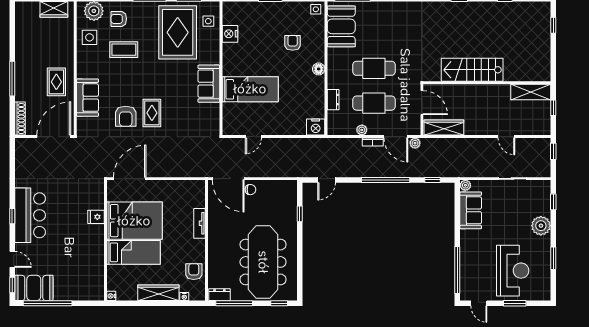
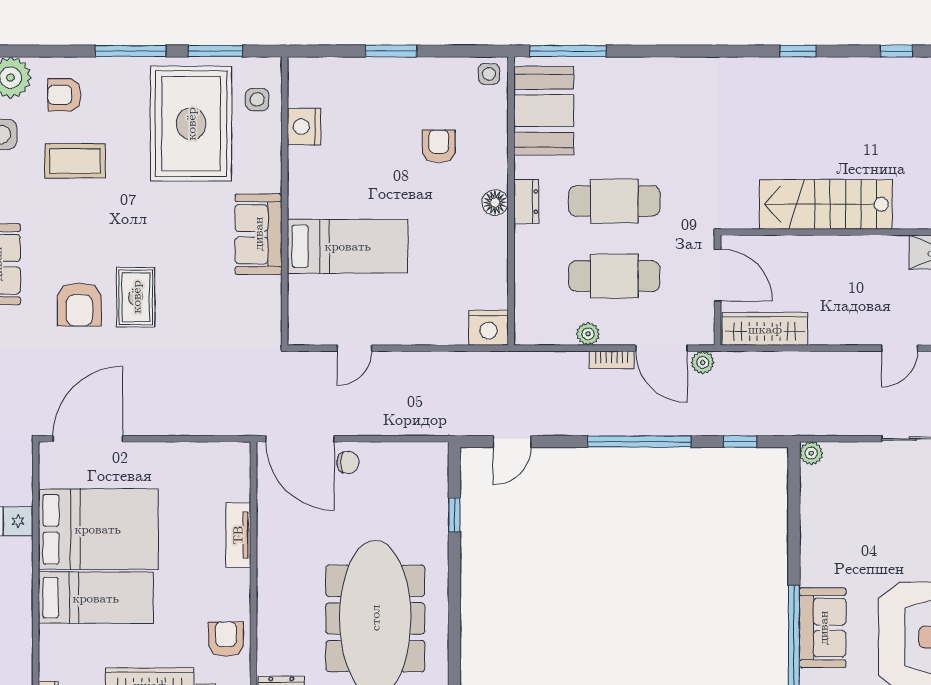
dresser: (333, 100) -> (526, 202), moved
door: (506, 137) -> (900, 348), hinge flipped
sofa: (471, 210) -> (823, 628), moved

